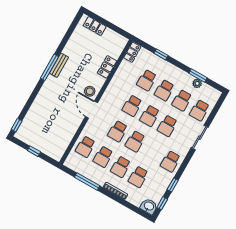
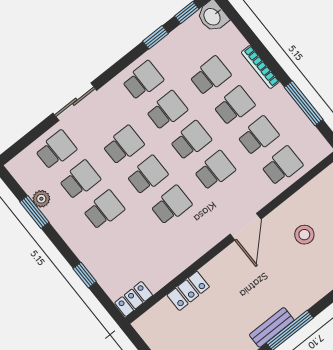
school desk: (147, 80) -> (167, 110), moved
stool: (90, 91) -> (304, 235), moved

